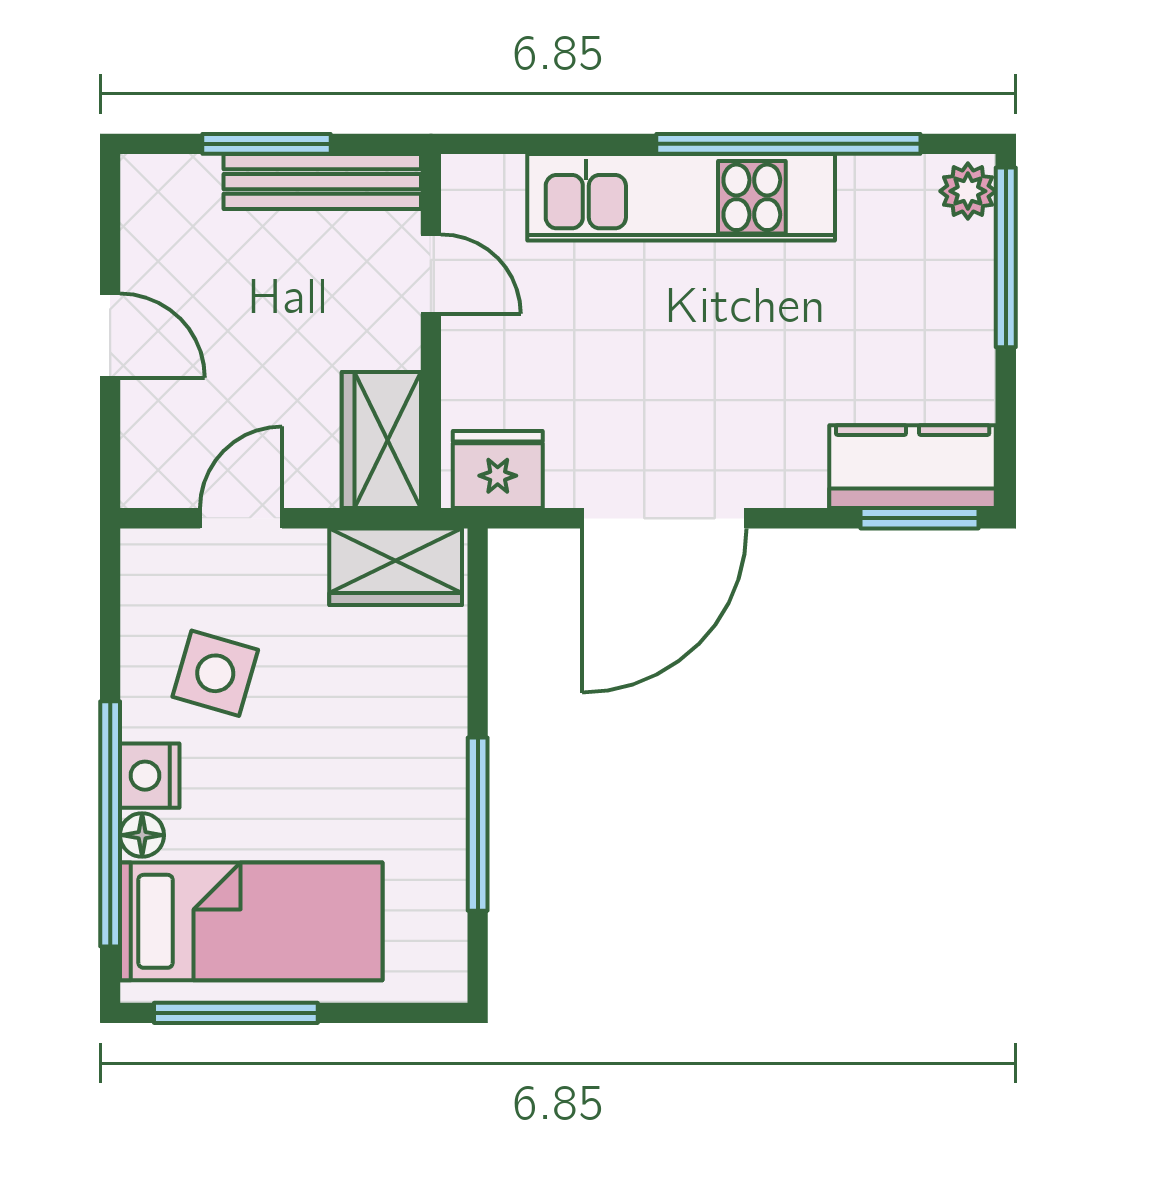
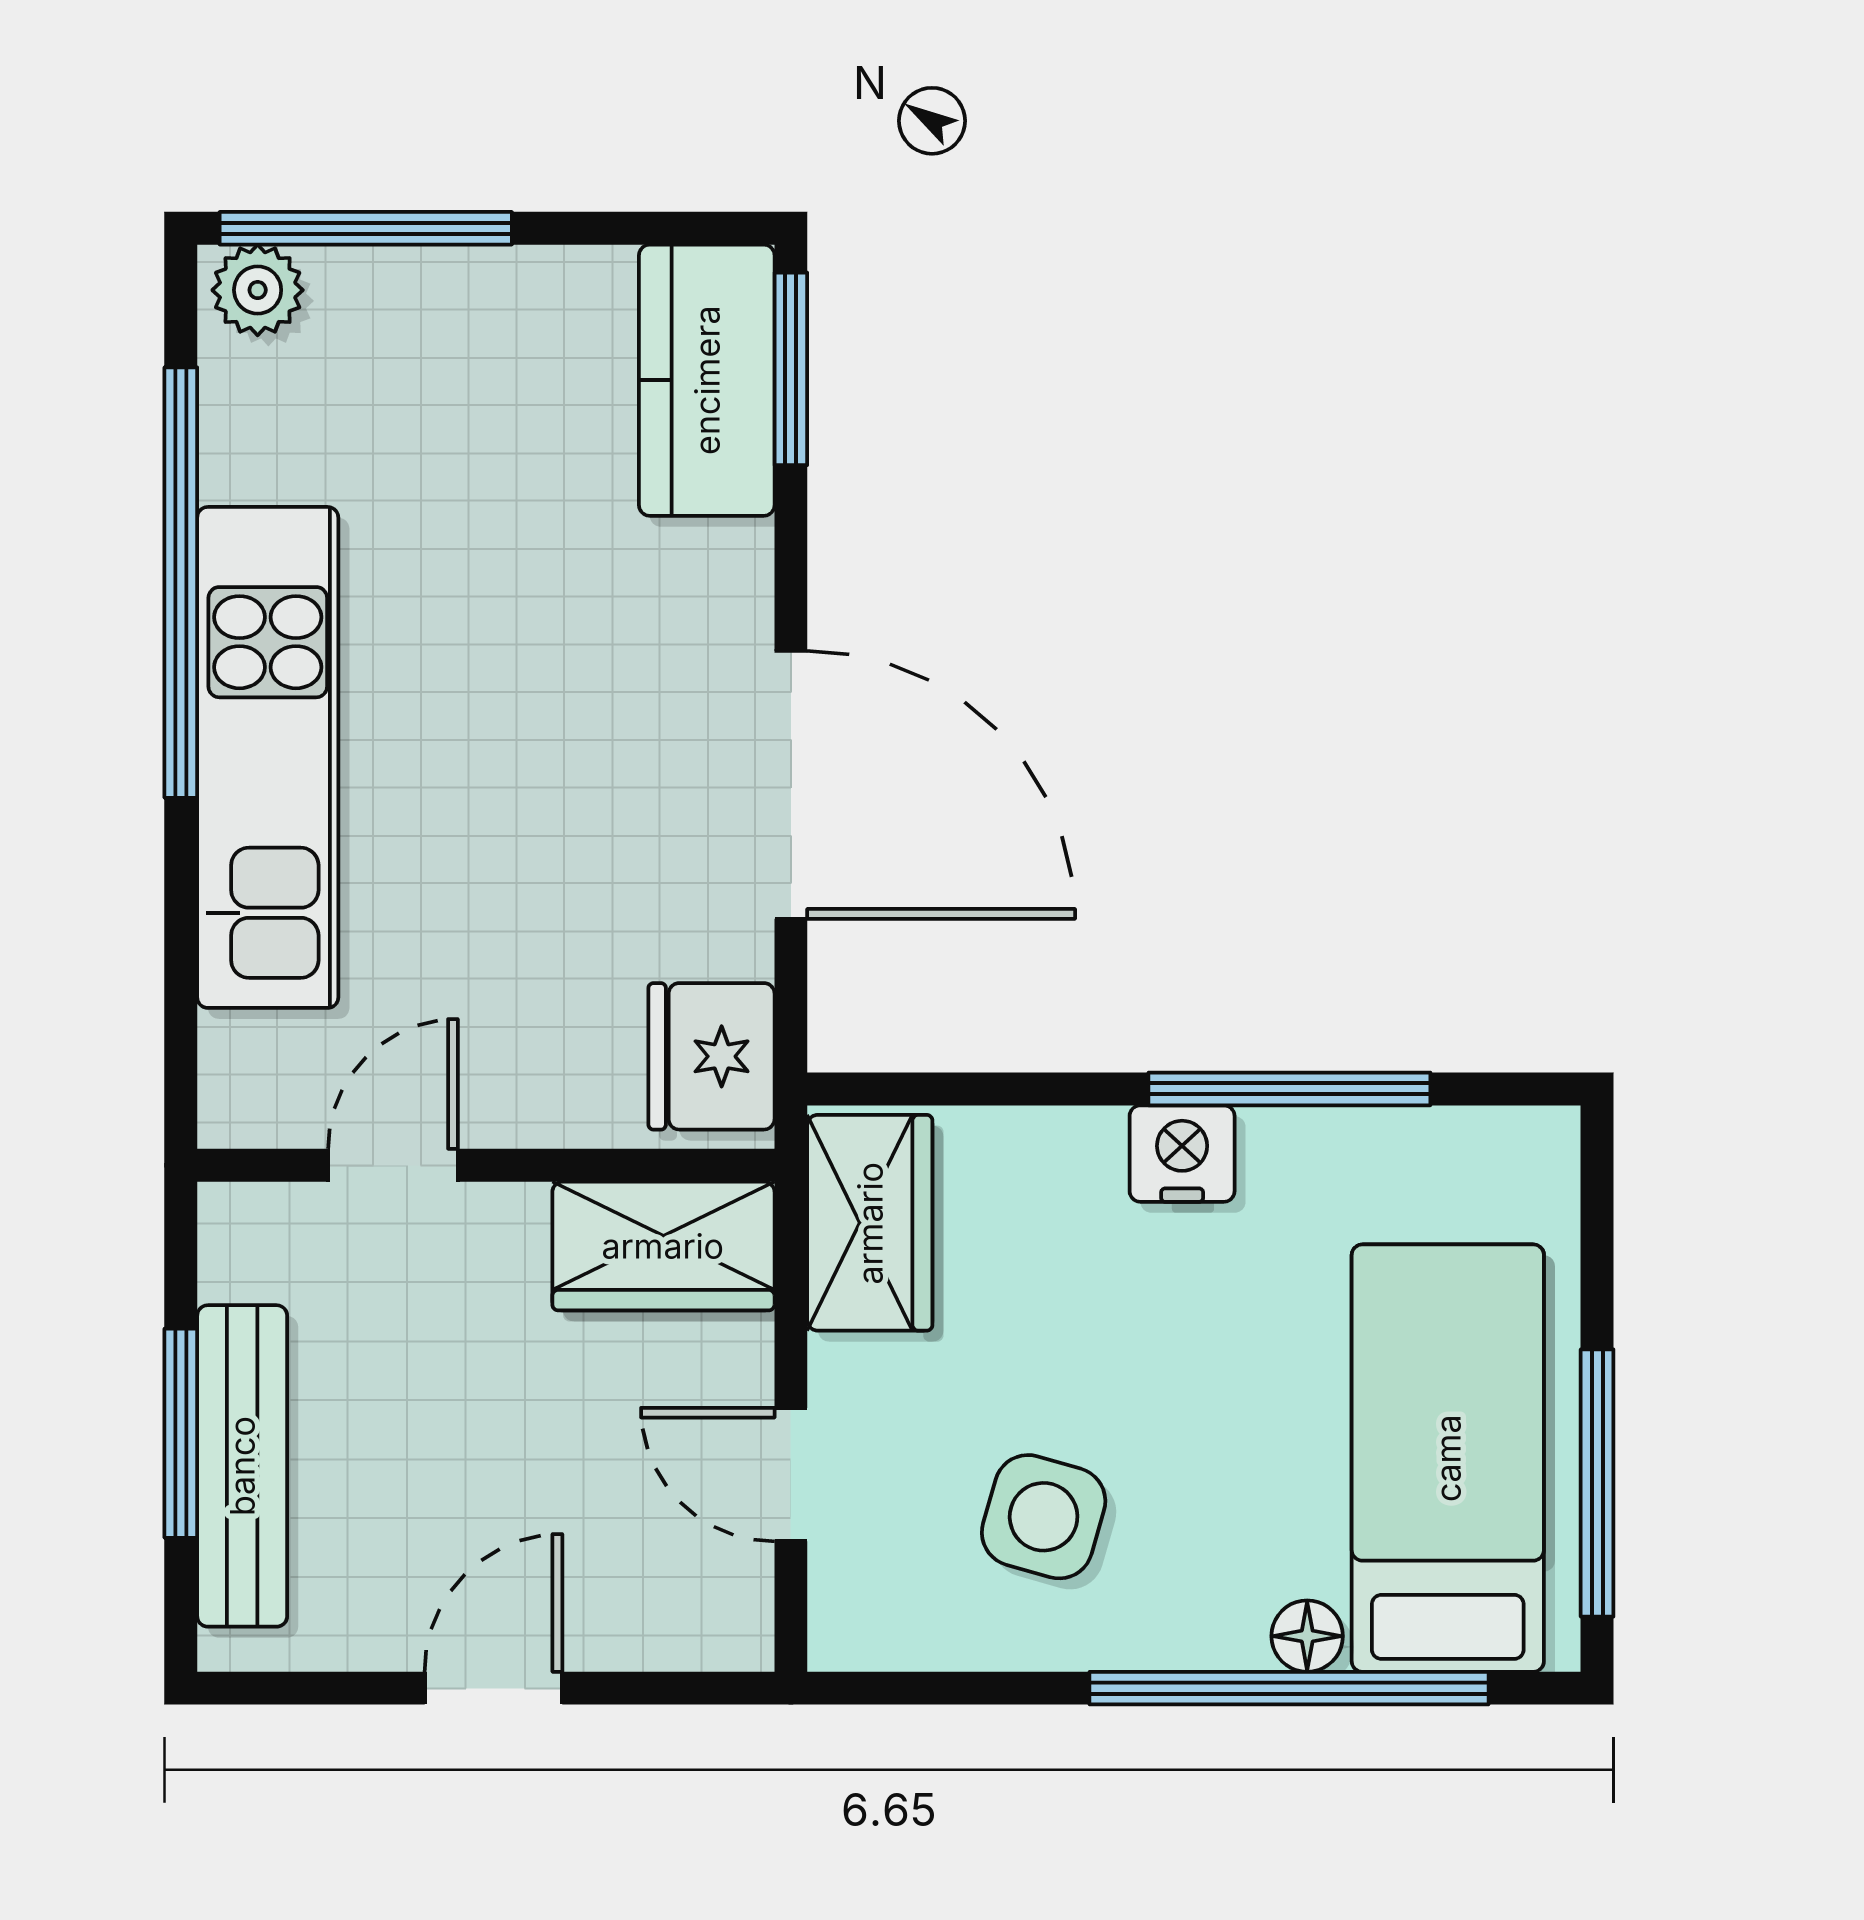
bench: (322, 182) -> (242, 1466), moved
nightstand: (150, 776) -> (1182, 1154), moved, turned 180

